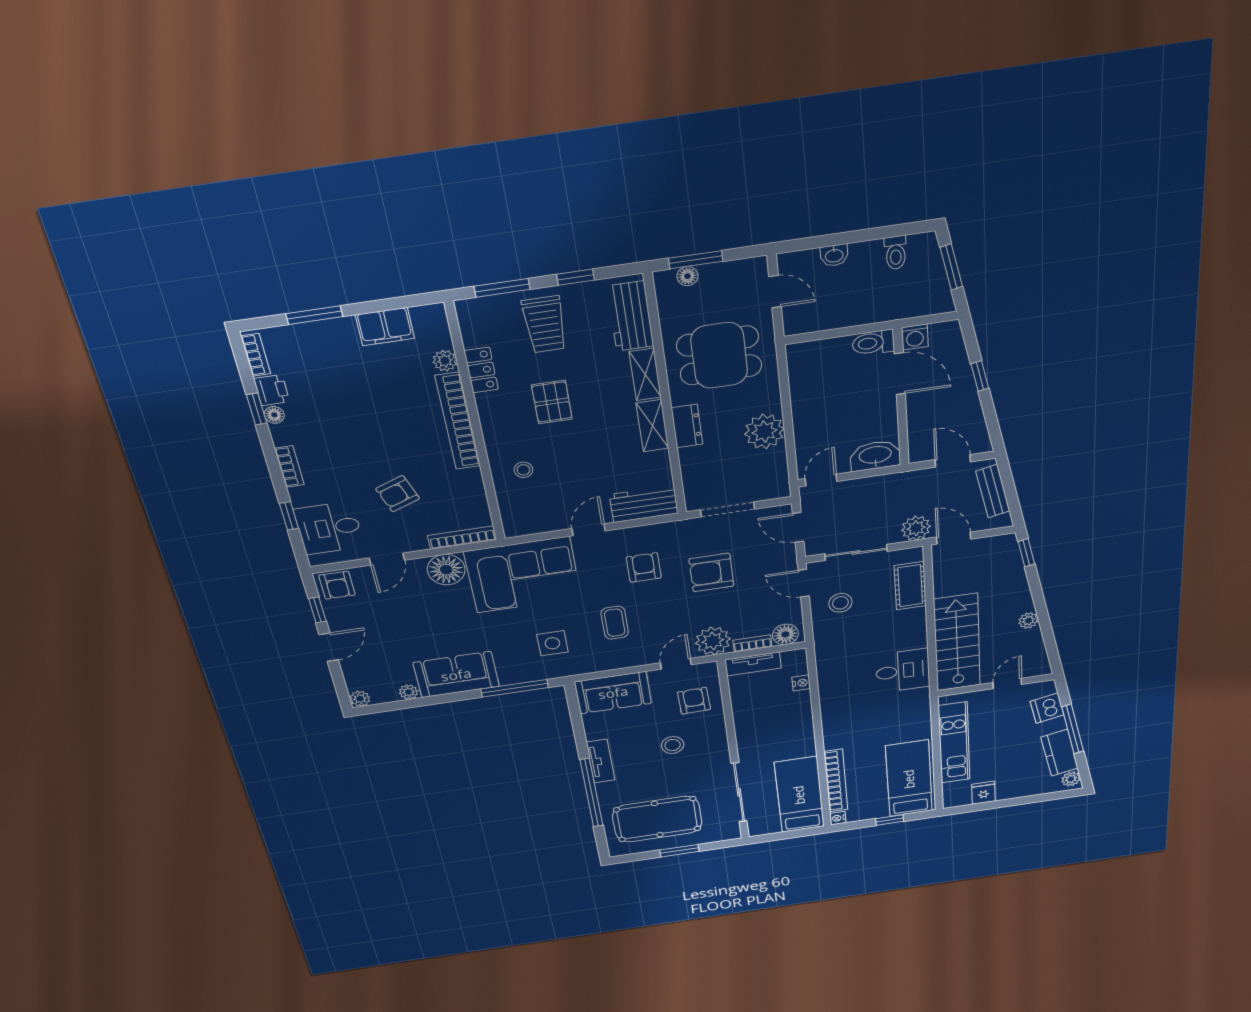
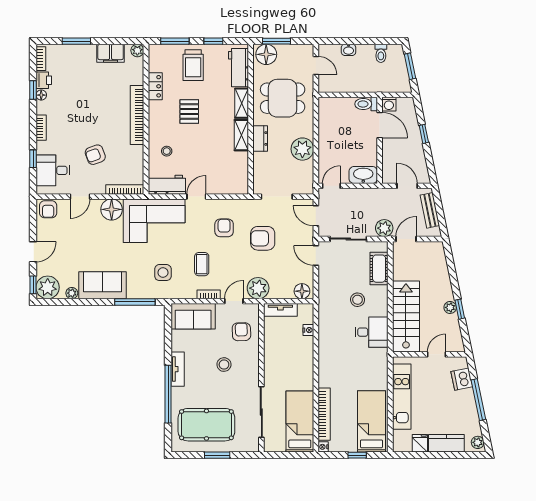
floor lamp: (687, 276) -> (266, 54), width x1.89, depth x1.89
plant: (445, 361) -> (137, 50), moved
workbench: (644, 504) -> (167, 185), moved
door: (954, 538) -> (406, 239), hinge flipped
window: (1026, 553) -> (460, 309), moved
stool: (840, 603) -> (358, 300), moved
window: (317, 610) -> (33, 285), moved
bookcase: (752, 643) -> (209, 294), moved
plant: (360, 699) -> (48, 287), width x1.88, depth x1.88
kitchen counter: (1060, 753) -> (446, 443), moved, turned 102

